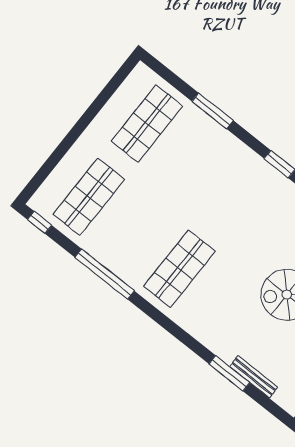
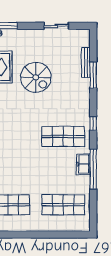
window: (39, 222) -> (93, 123), moved
freezer: (122, 266) -> (83, 164), added

